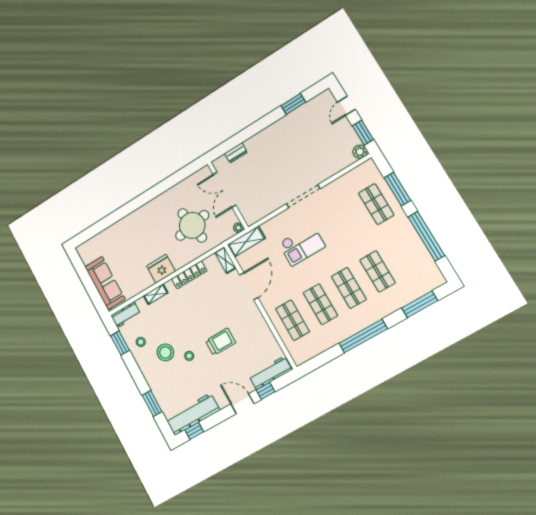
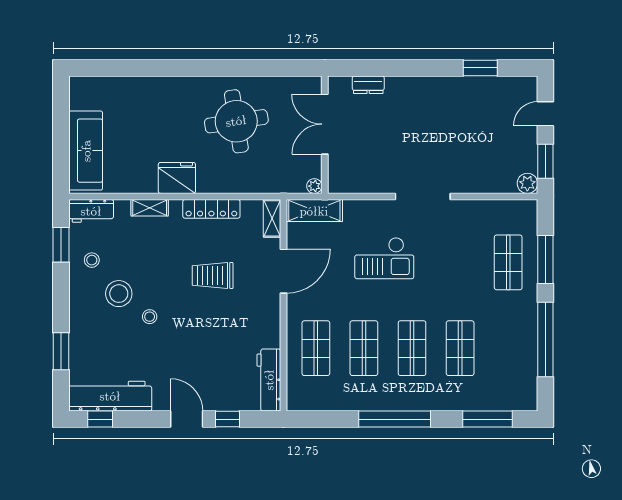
round table: (192, 225) -> (236, 121), moved
trolley: (221, 342) -> (213, 275), moved, turned 180
workbench: (270, 373) -> (269, 380), moved, turned -90

